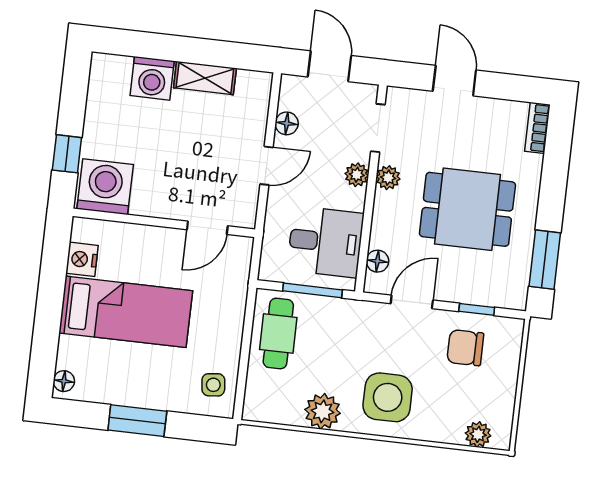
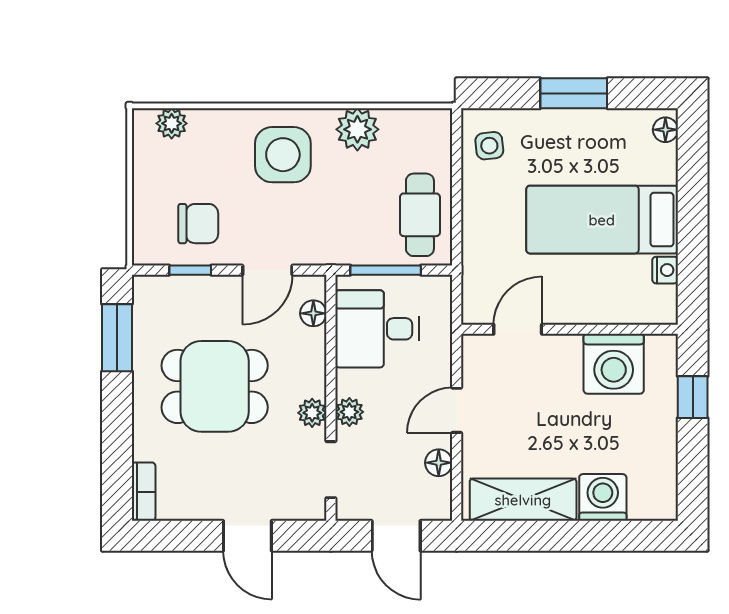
shelving: (205, 78) -> (523, 500), width x1.50, depth x1.33
washing machine: (105, 187) -> (614, 364), moved
nightstand: (82, 259) -> (665, 270), width x0.72, depth x0.74

